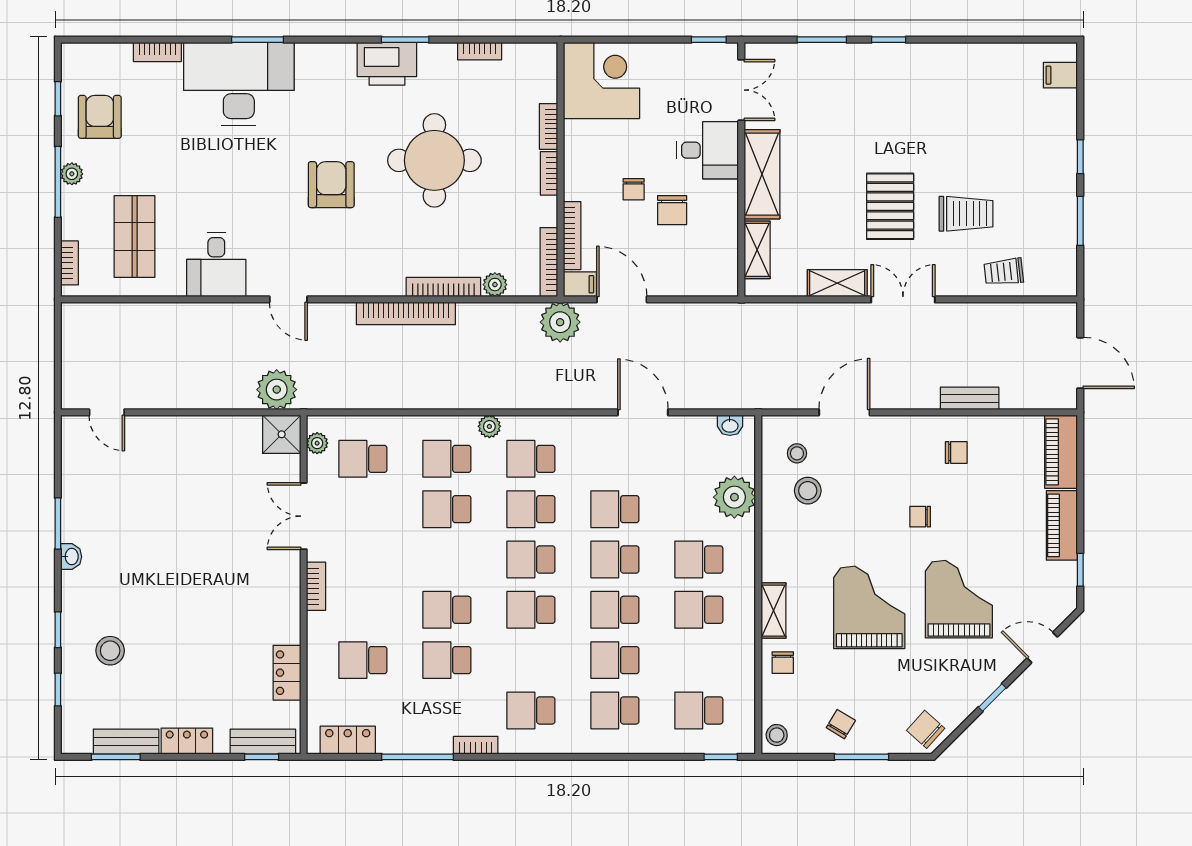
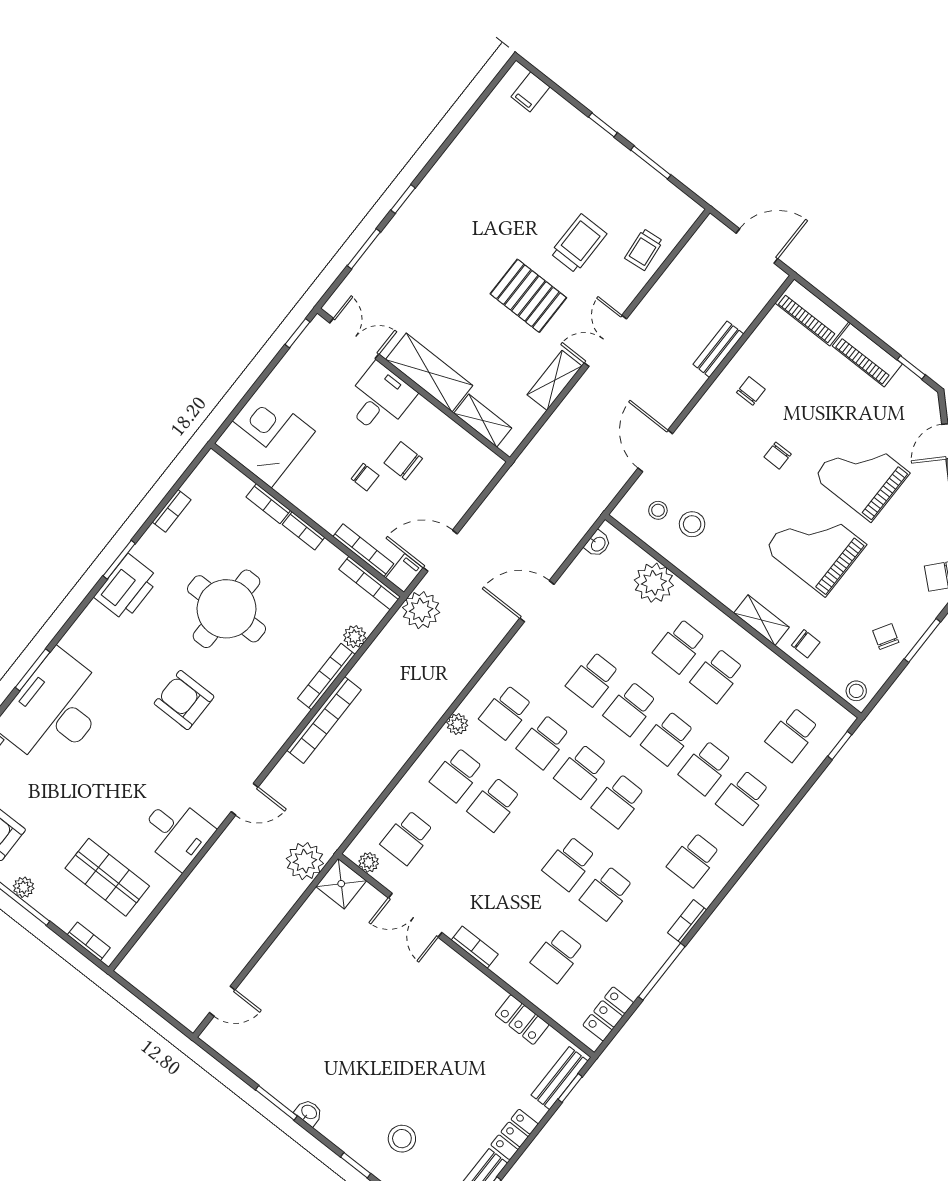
chair: (672, 210) -> (403, 461), turned 180

